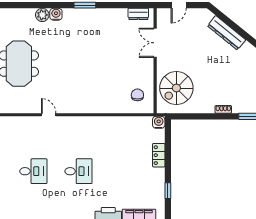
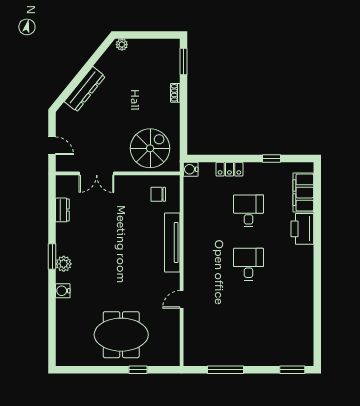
dresser: (138, 14) -> (62, 210), moved
plant: (42, 15) -> (64, 264), moved
spiral stairs: (176, 88) -> (150, 148), turned -90
tv unit: (97, 107) -> (172, 242), added
desk: (33, 171) -> (248, 211), moved

